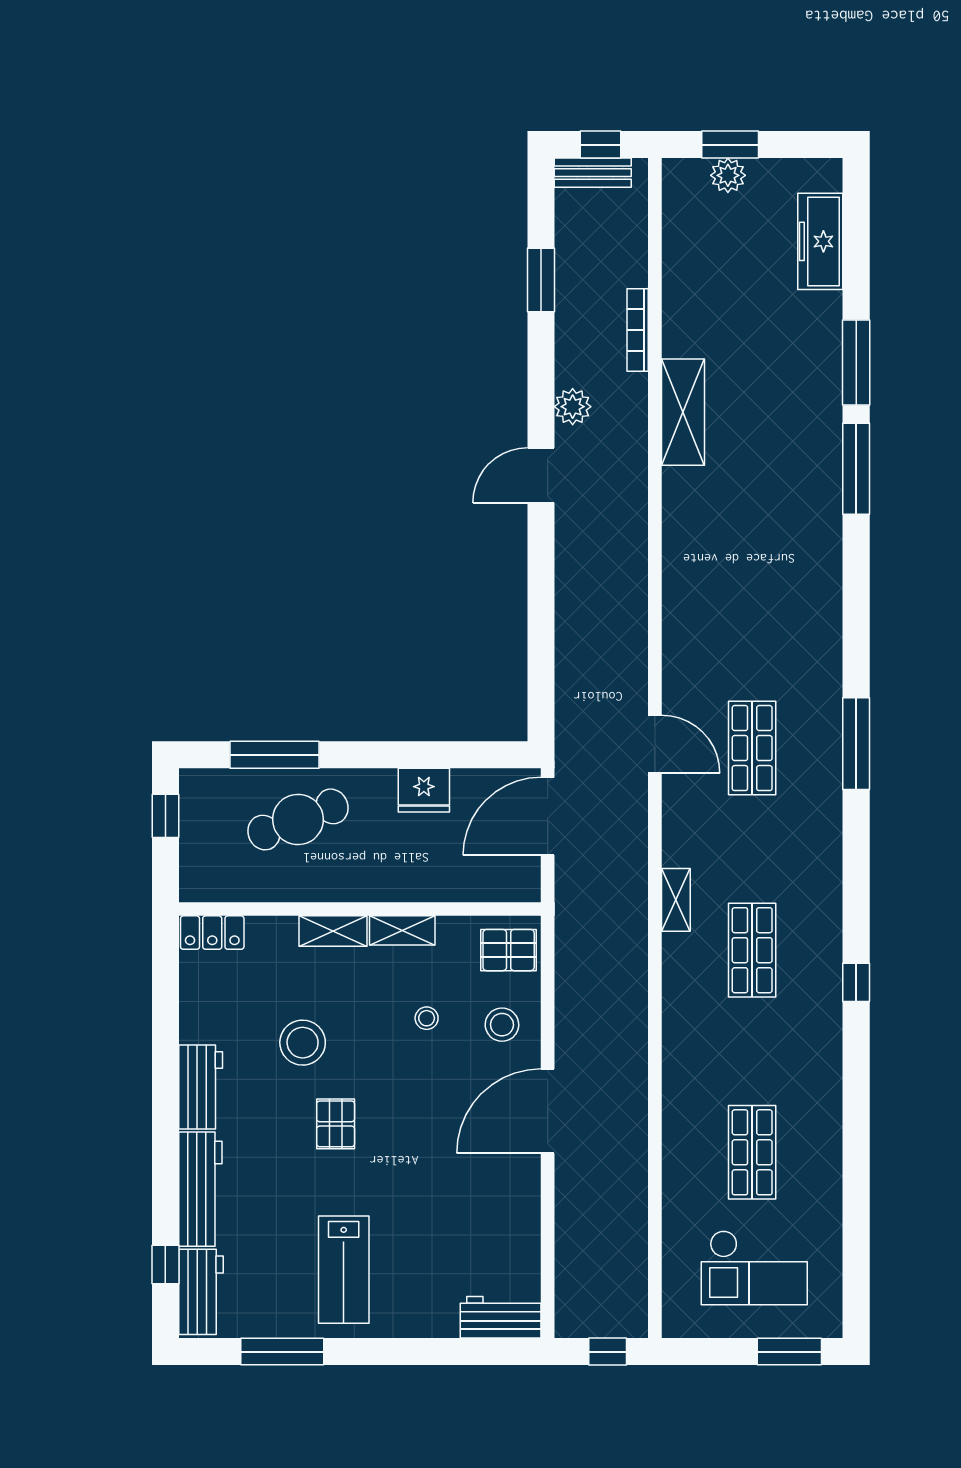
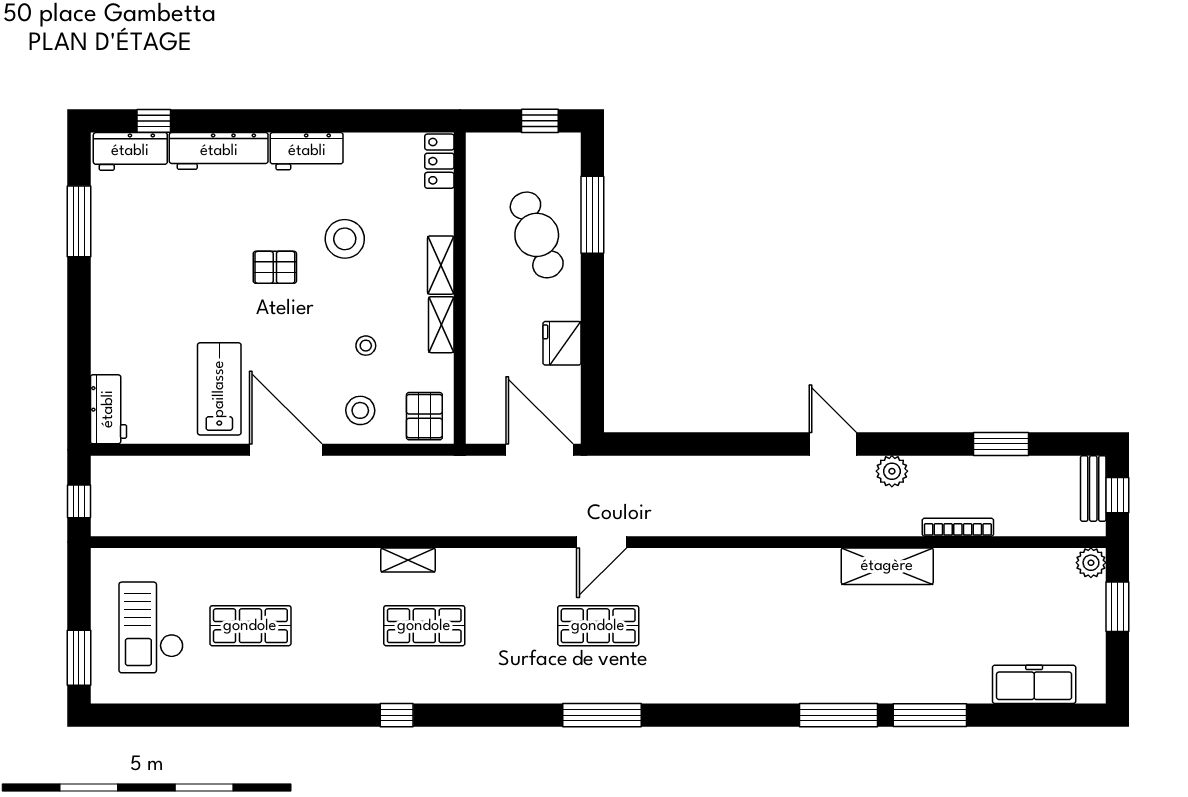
plant: (728, 175) -> (1091, 563), moved
shelving: (676, 900) -> (408, 560), moved
lab bench: (344, 1270) -> (219, 389), moved, turned 90

